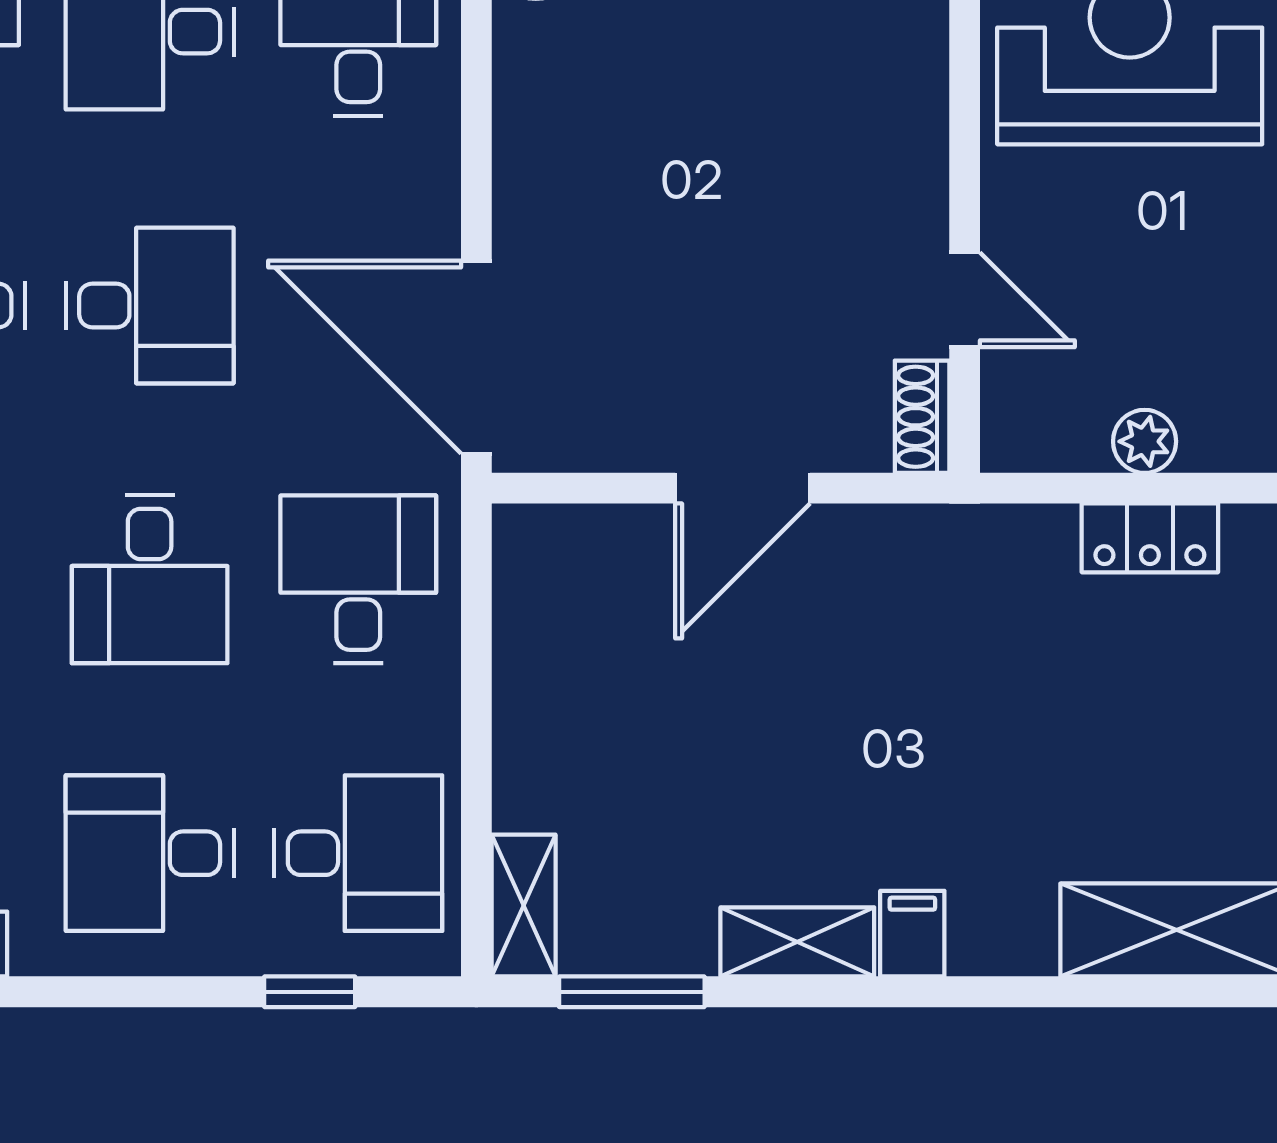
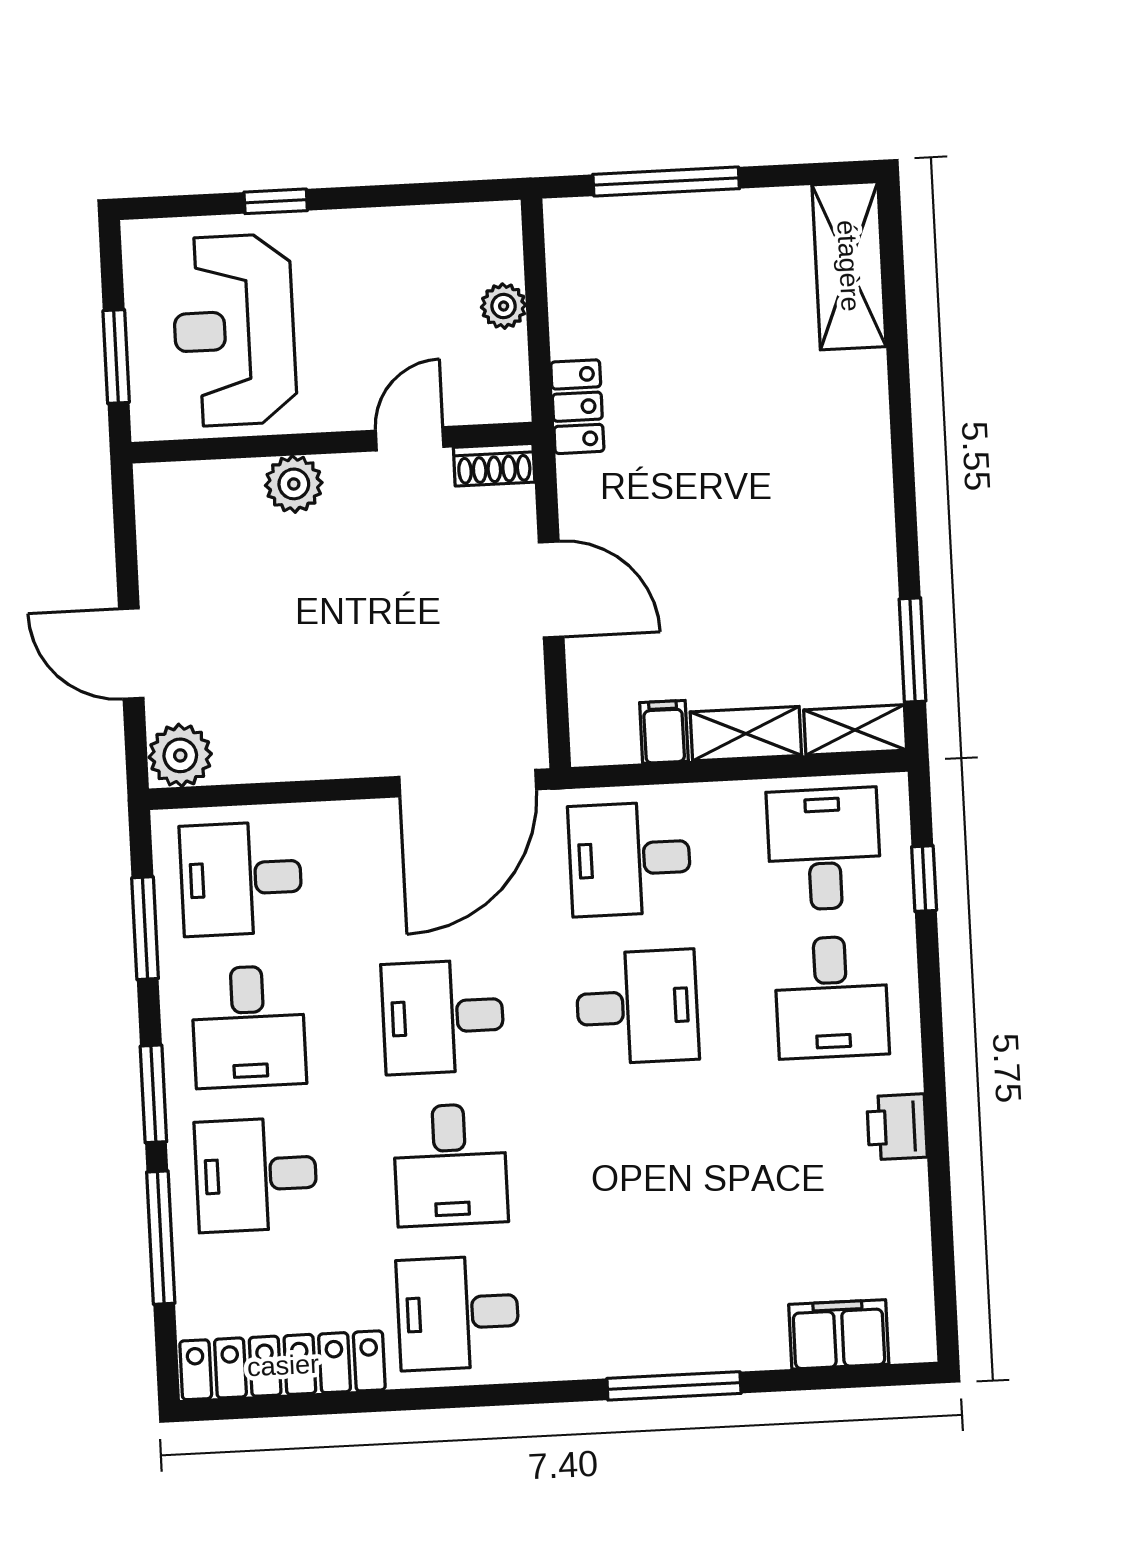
plant: (909, 134) -> (294, 484), added
desk: (150, 305) -> (443, 1017), turned -90
locker: (1150, 538) -> (577, 407), moved
filing cabinet: (912, 934) -> (664, 732), moved, turned 90
shelving: (797, 942) -> (746, 734), moved, turned 90

